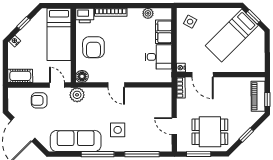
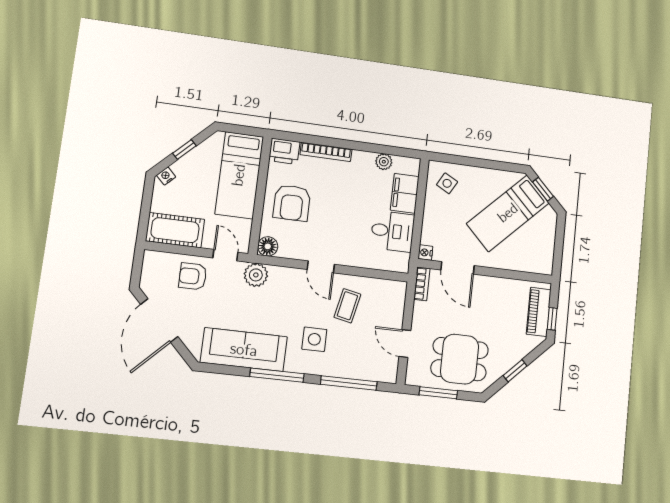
cot: (20, 76) -> (175, 230), width x1.37, depth x1.34
coffee table: (136, 107) -> (347, 306), added

